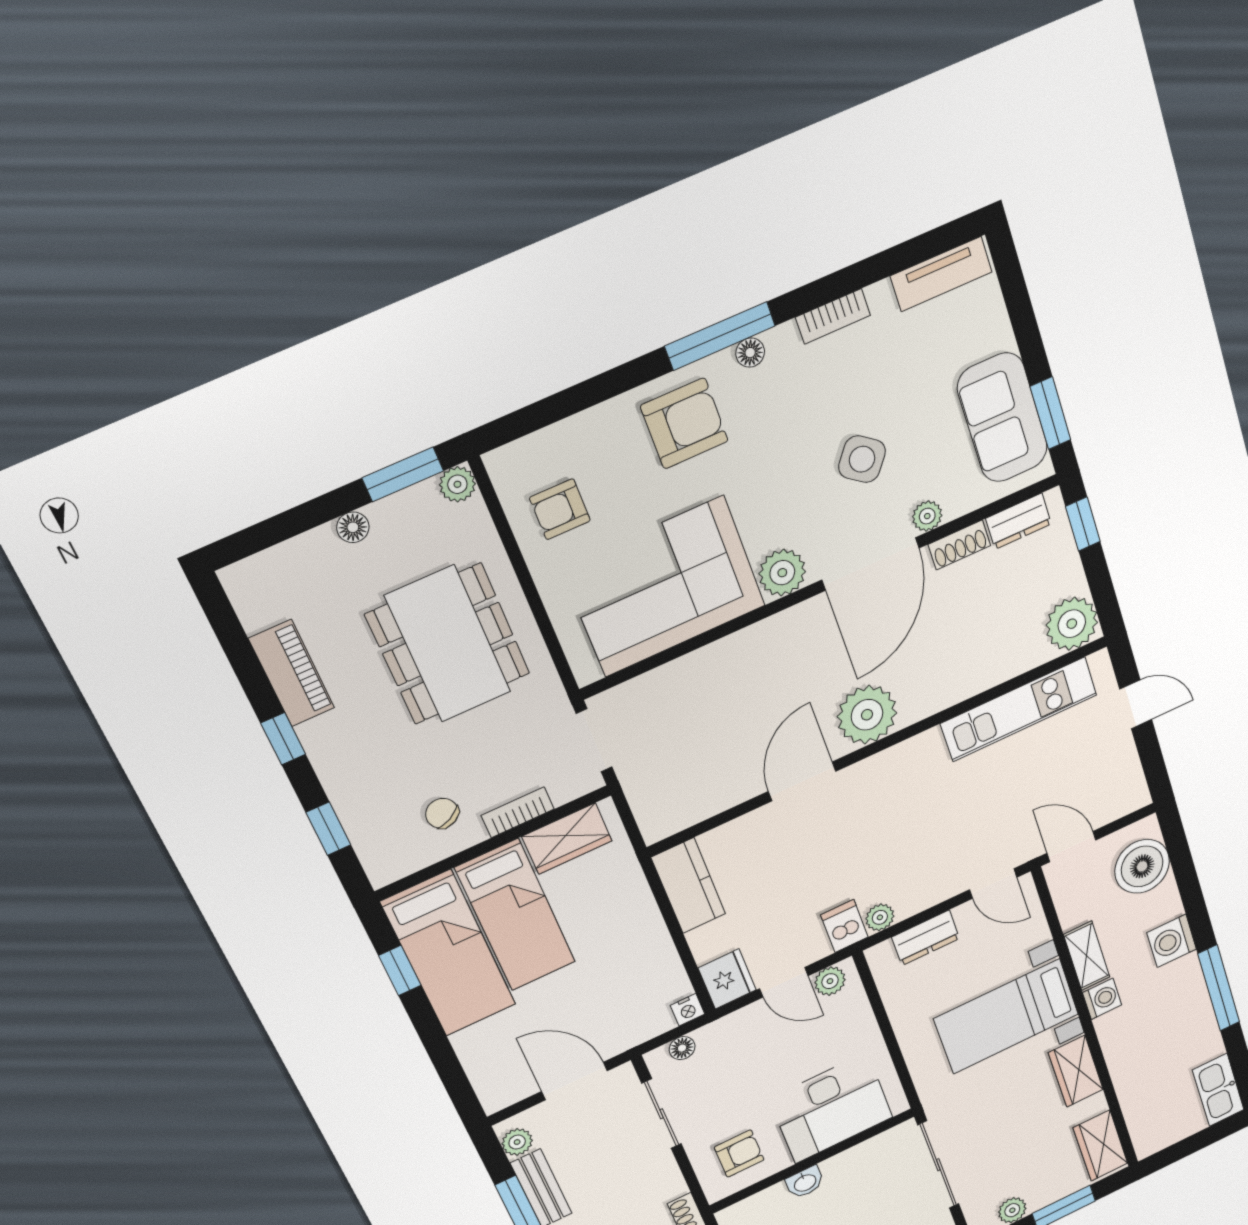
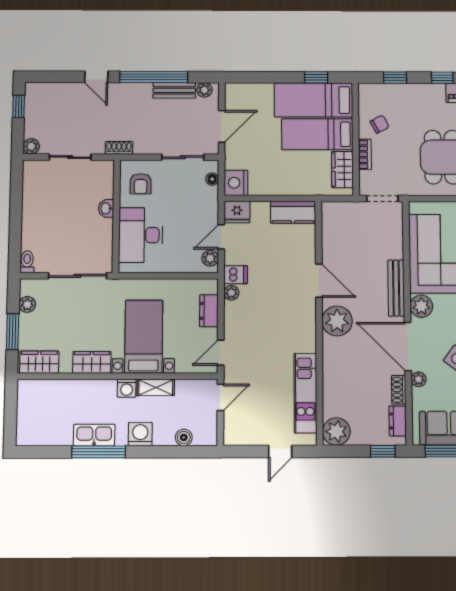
bench: (764, 636) -> (396, 288), added
boiler: (1142, 866) -> (184, 437), width x0.54, depth x0.54
nightstand: (687, 1010) -> (236, 183), width x1.89, depth x1.79
kitchen sink: (1218, 1090) -> (94, 435), moved

